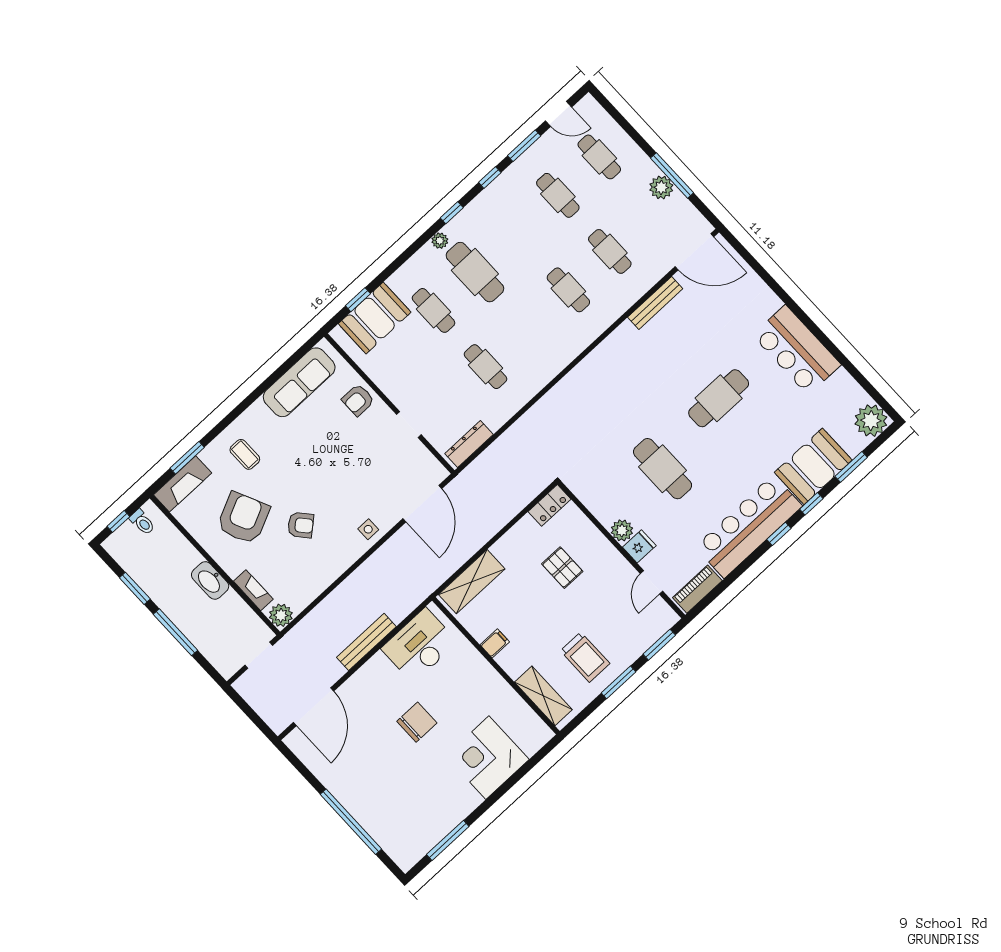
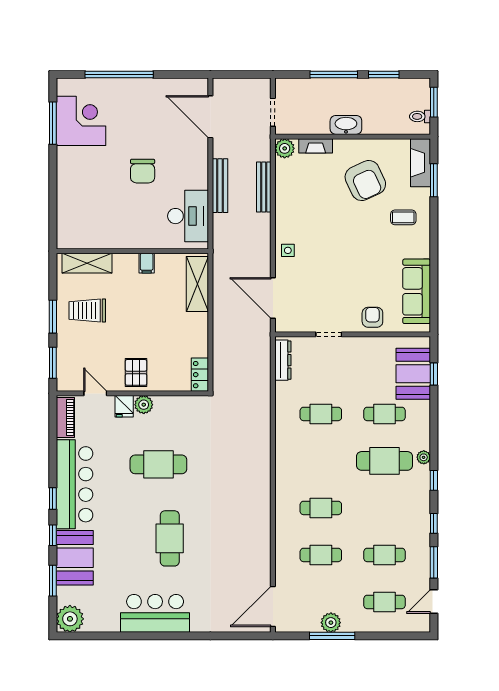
bench: (655, 303) -> (264, 187), moved
window: (118, 522) -> (434, 102), width x1.50
armchair: (301, 525) -> (329, 211), removed
pallet: (562, 568) -> (136, 372), moved, turned 90
corner desk: (487, 758) -> (81, 121), moved

